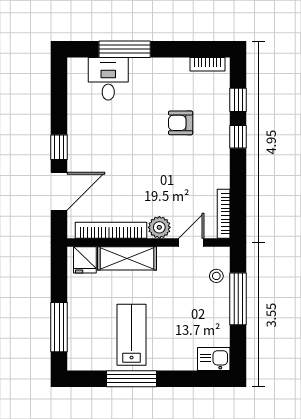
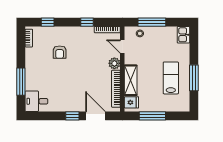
desk: (108, 79) -> (36, 101), moved
window: (238, 137) -> (87, 22), moved
window: (59, 327) -> (152, 116), moved
lab bench: (132, 335) -> (171, 78), turned 90

